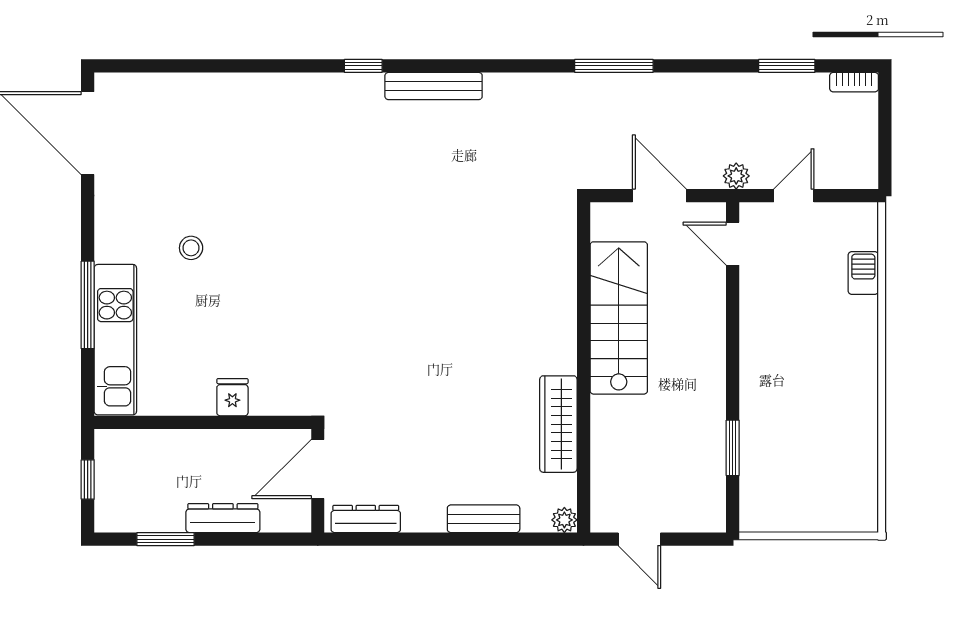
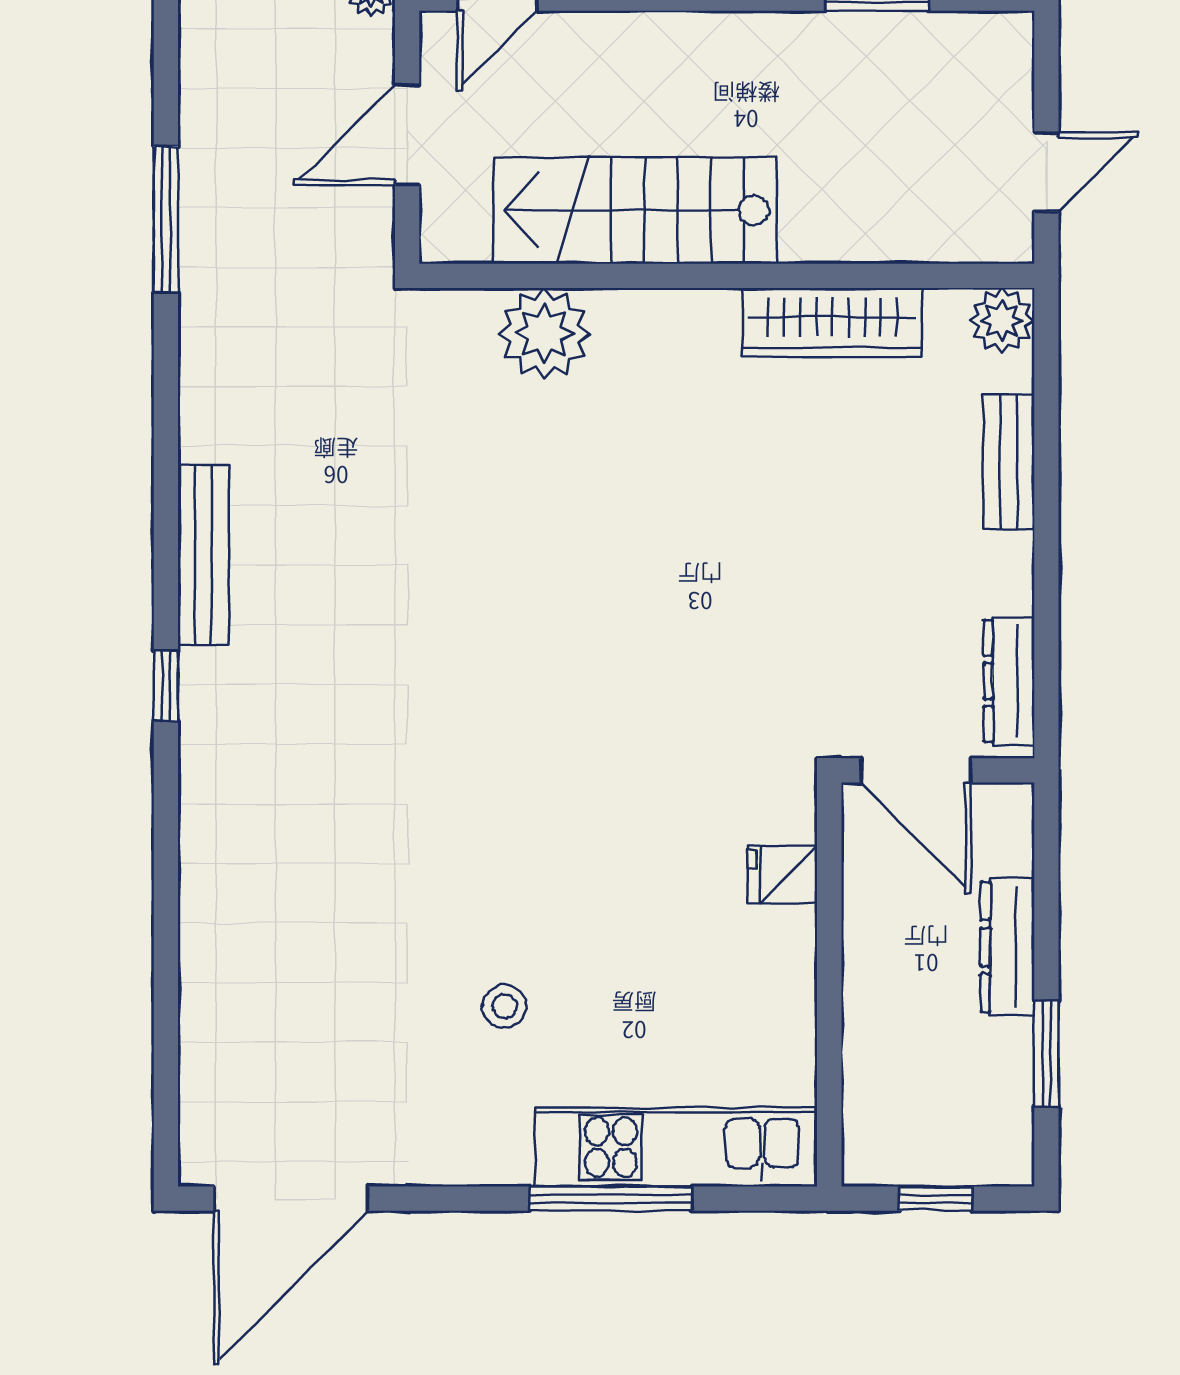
plant: (553, 269) -> (545, 334), added
fridge: (232, 397) -> (782, 874), moved
plant: (564, 520) -> (1002, 320), width x1.38, depth x1.38

